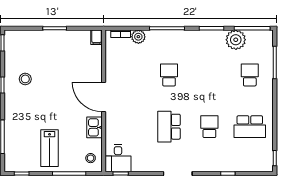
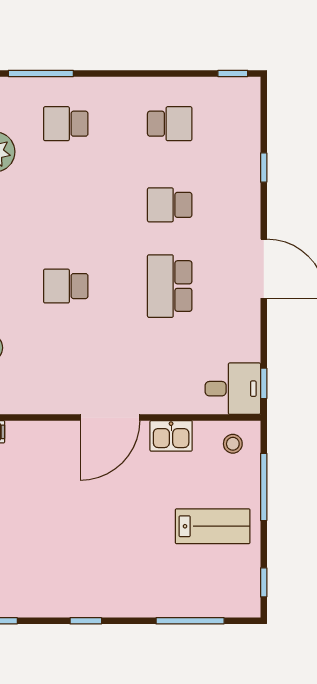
stool: (25, 79) -> (74, 575), removed
school desk: (169, 127) -> (170, 286), turned 90
school desk: (250, 127) -> (170, 124), width x0.54

